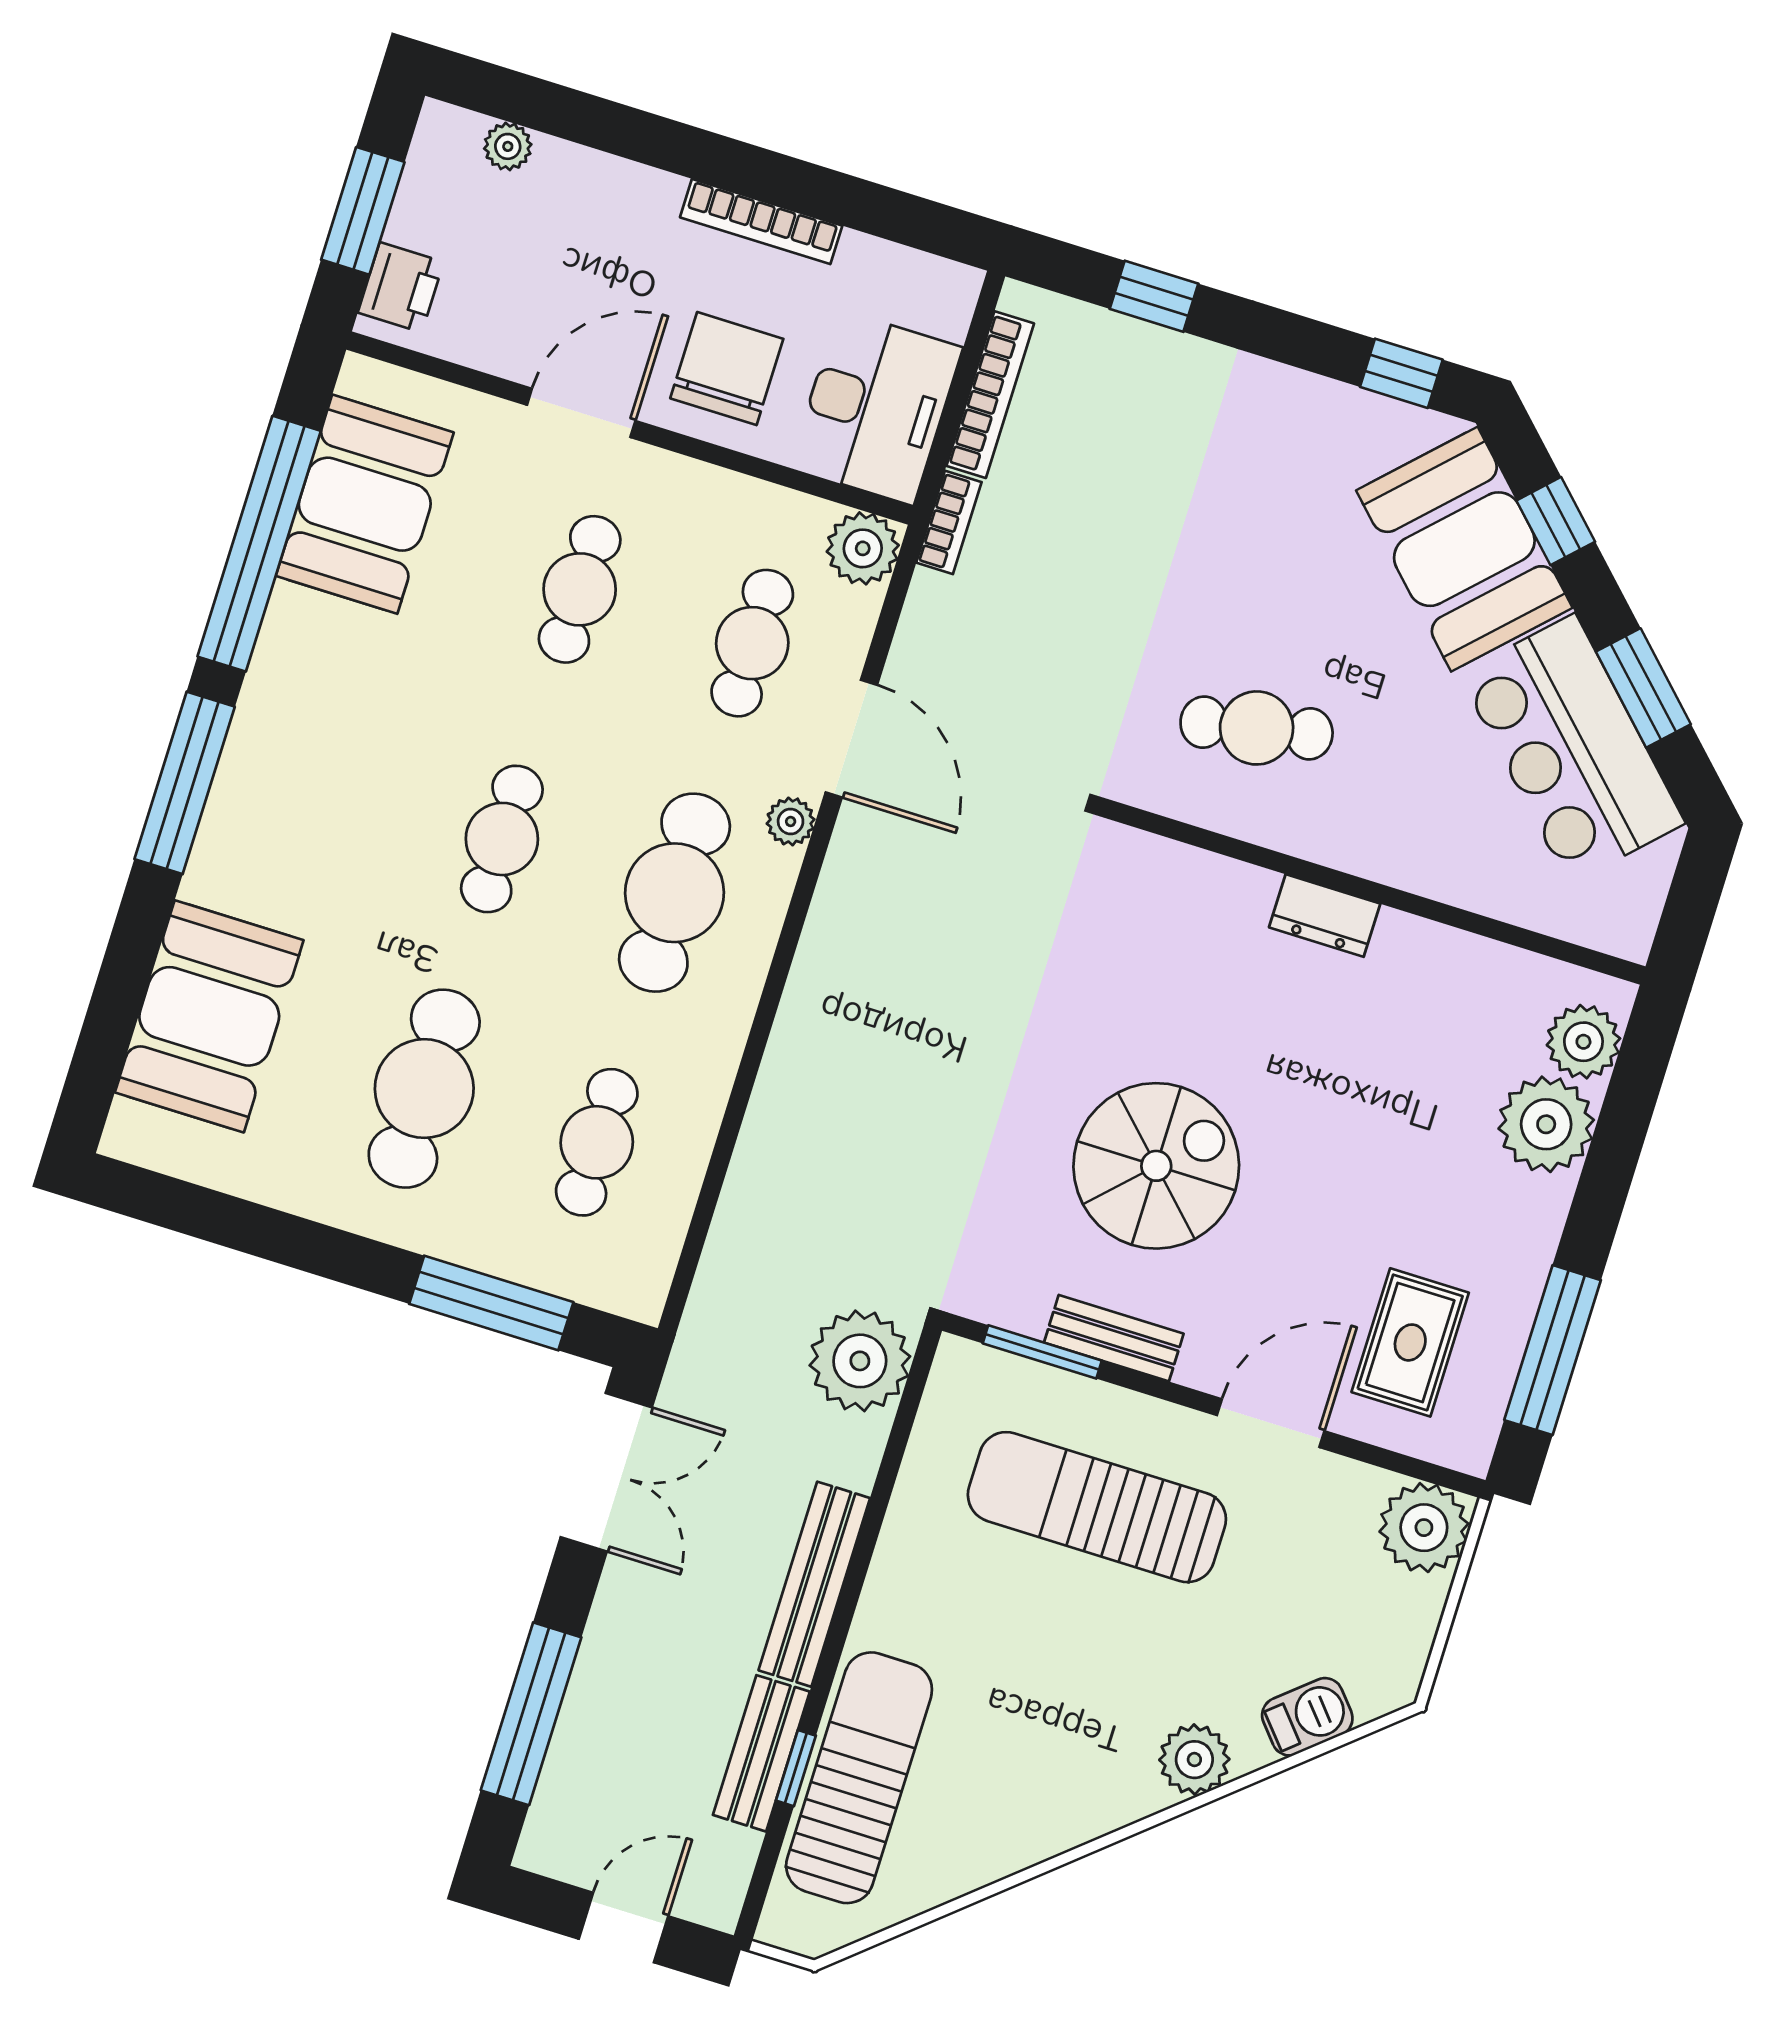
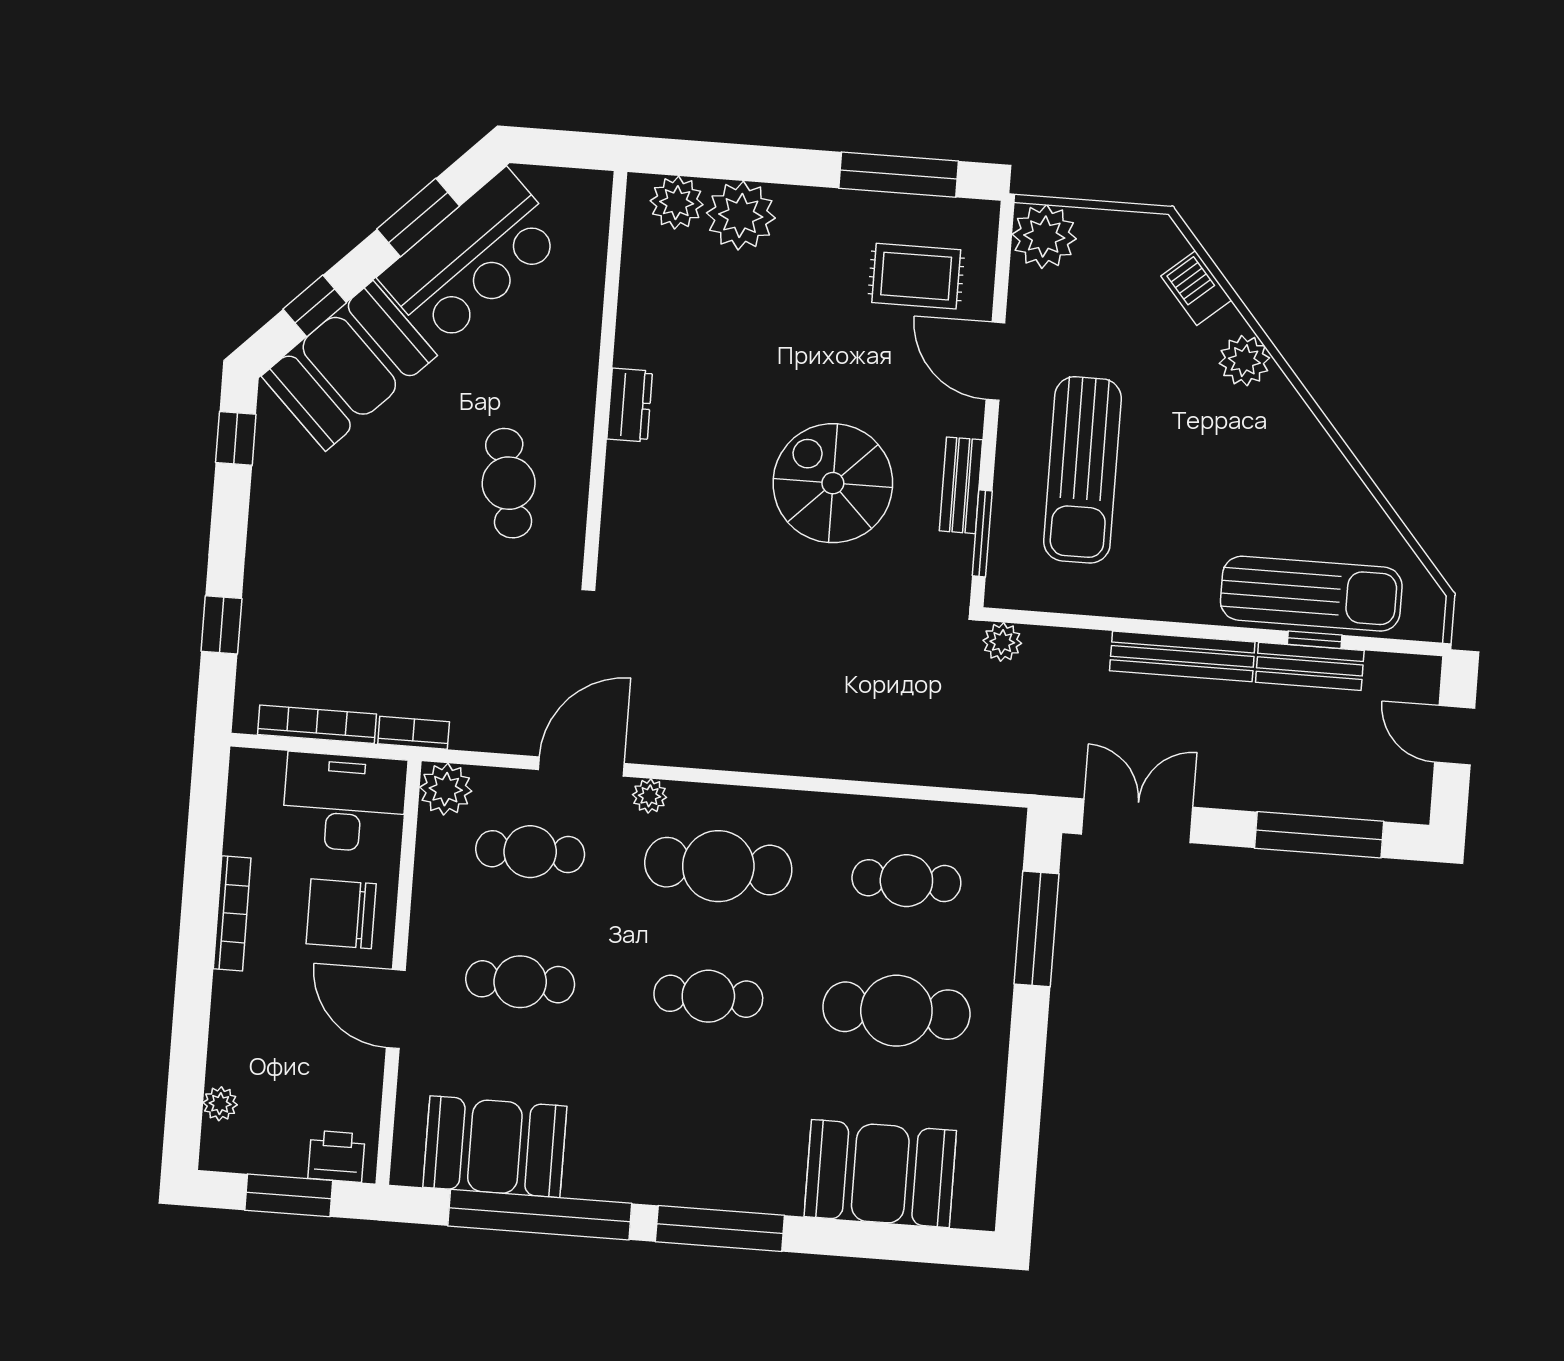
plant: (860, 1361) -> (1002, 642), width x0.53, depth x0.53
sun lounger: (859, 1778) -> (1311, 594), turned 180

